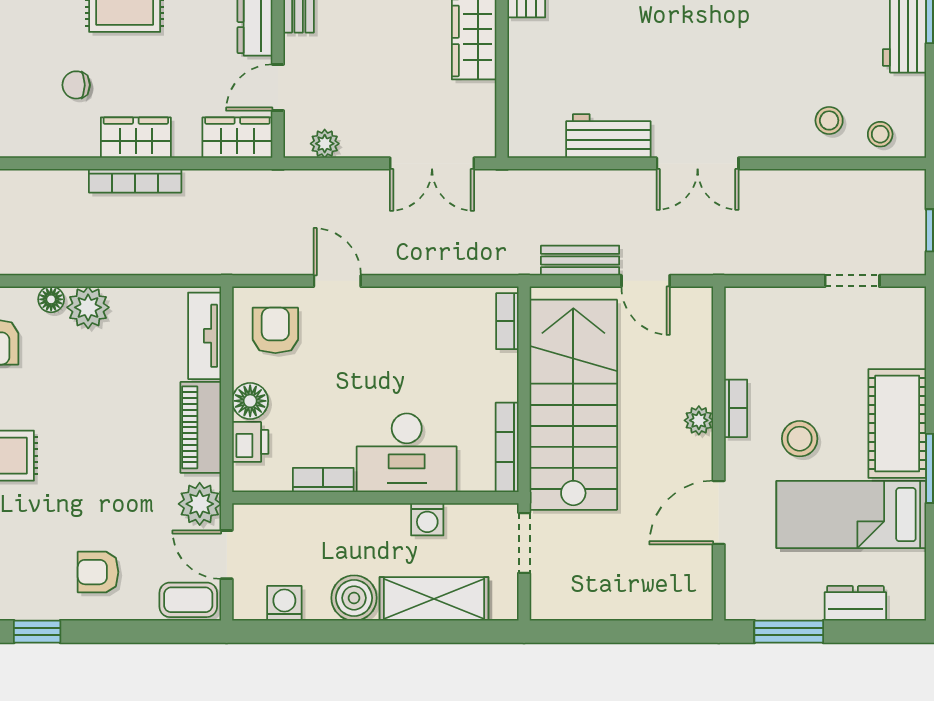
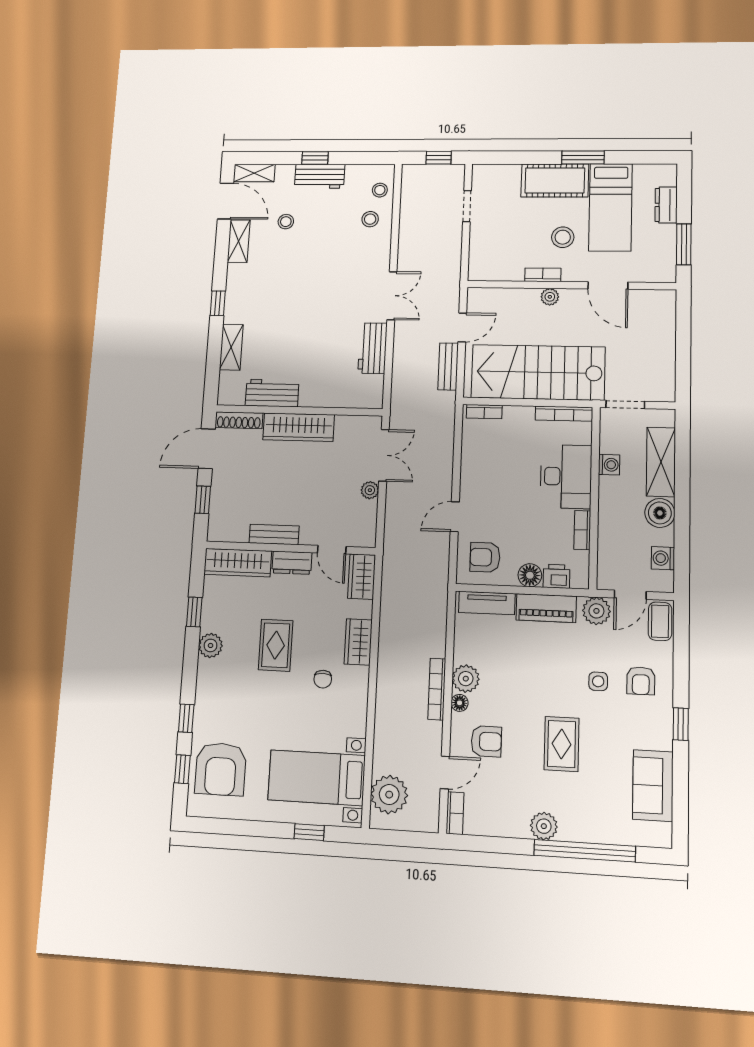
plant: (325, 144) -> (370, 490), moved
bookcase: (135, 181) -> (437, 689), moved, turned 180
side table: (94, 508) -> (598, 681), added

